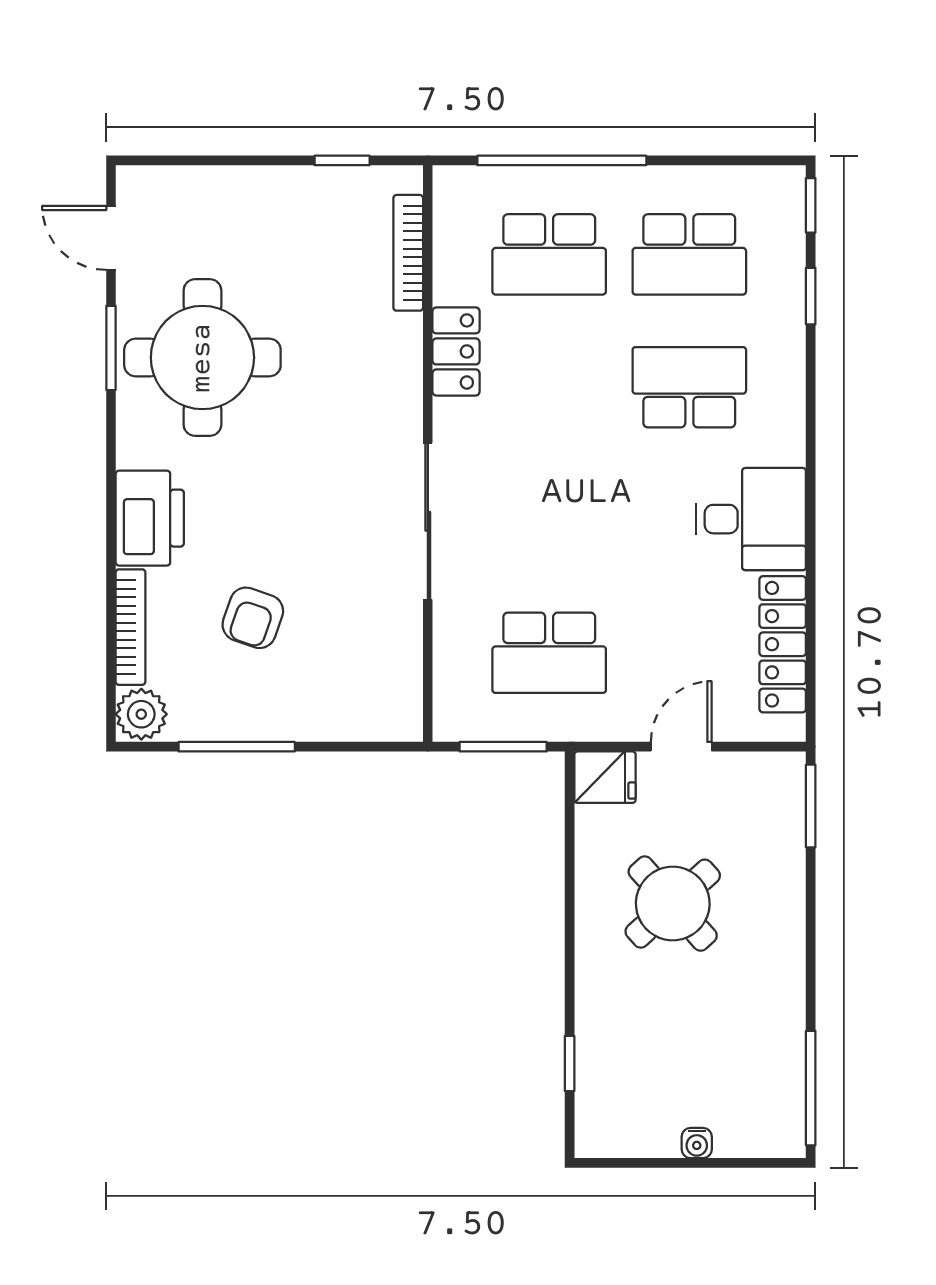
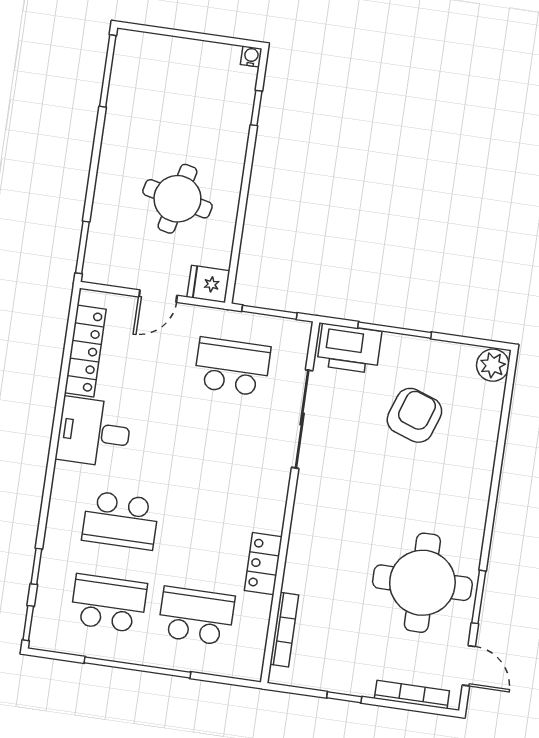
window: (342, 160) -> (344, 697), moved
window: (562, 160) -> (137, 667), moved
printer: (150, 518) -> (349, 348), moved, turned -90
sliding door: (428, 521) -> (302, 419), moved
armchair: (253, 618) -> (414, 415), width x1.38, depth x1.38
bookcase: (131, 627) -> (412, 695), moved, turned 90
window: (237, 747) -> (395, 330), moved
round table: (673, 904) -> (177, 199), turned -35
water cooler: (697, 1143) -> (251, 56), moved

